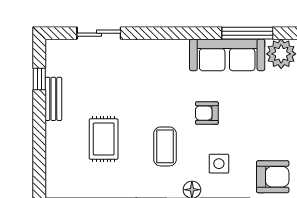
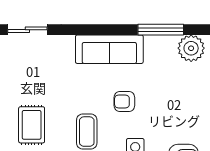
sofa: (227, 55) -> (109, 49), moved

